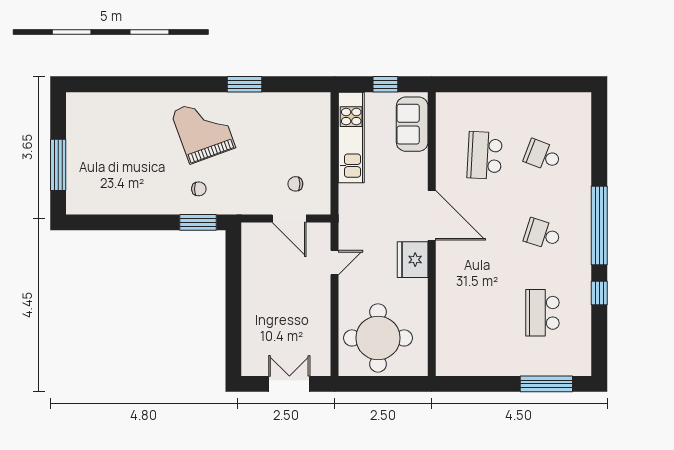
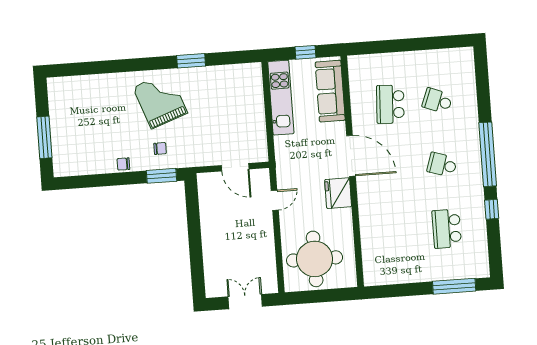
sofa: (412, 124) -> (330, 91), width x1.36
chair: (295, 184) -> (123, 164), moved

